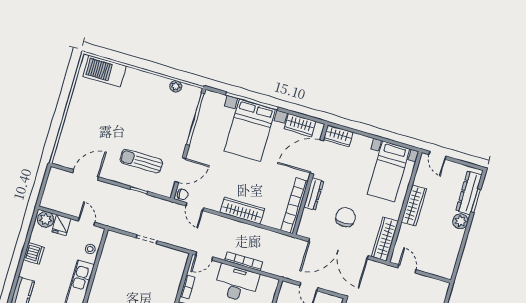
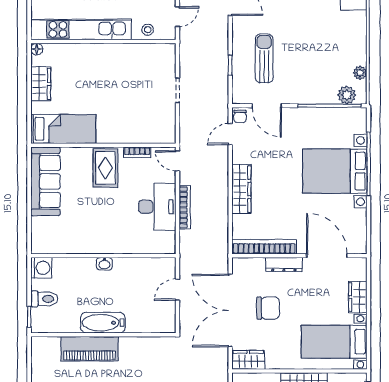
plant: (191, 102) -> (347, 95), added
wardrobe: (300, 125) -> (357, 226), removed
wardrobe: (338, 136) -> (358, 297), moved
wardrobe: (385, 239) -> (248, 360), width x0.67

